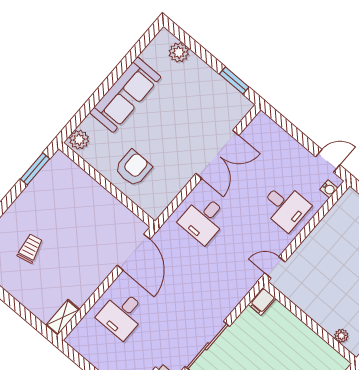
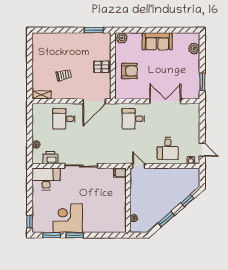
sofa: (125, 95) -> (157, 41), width x0.73
double door: (217, 154) -> (165, 101), swing flipped
pallet: (95, 202) -> (101, 67), added
trolley: (30, 248) -> (64, 75), moved

